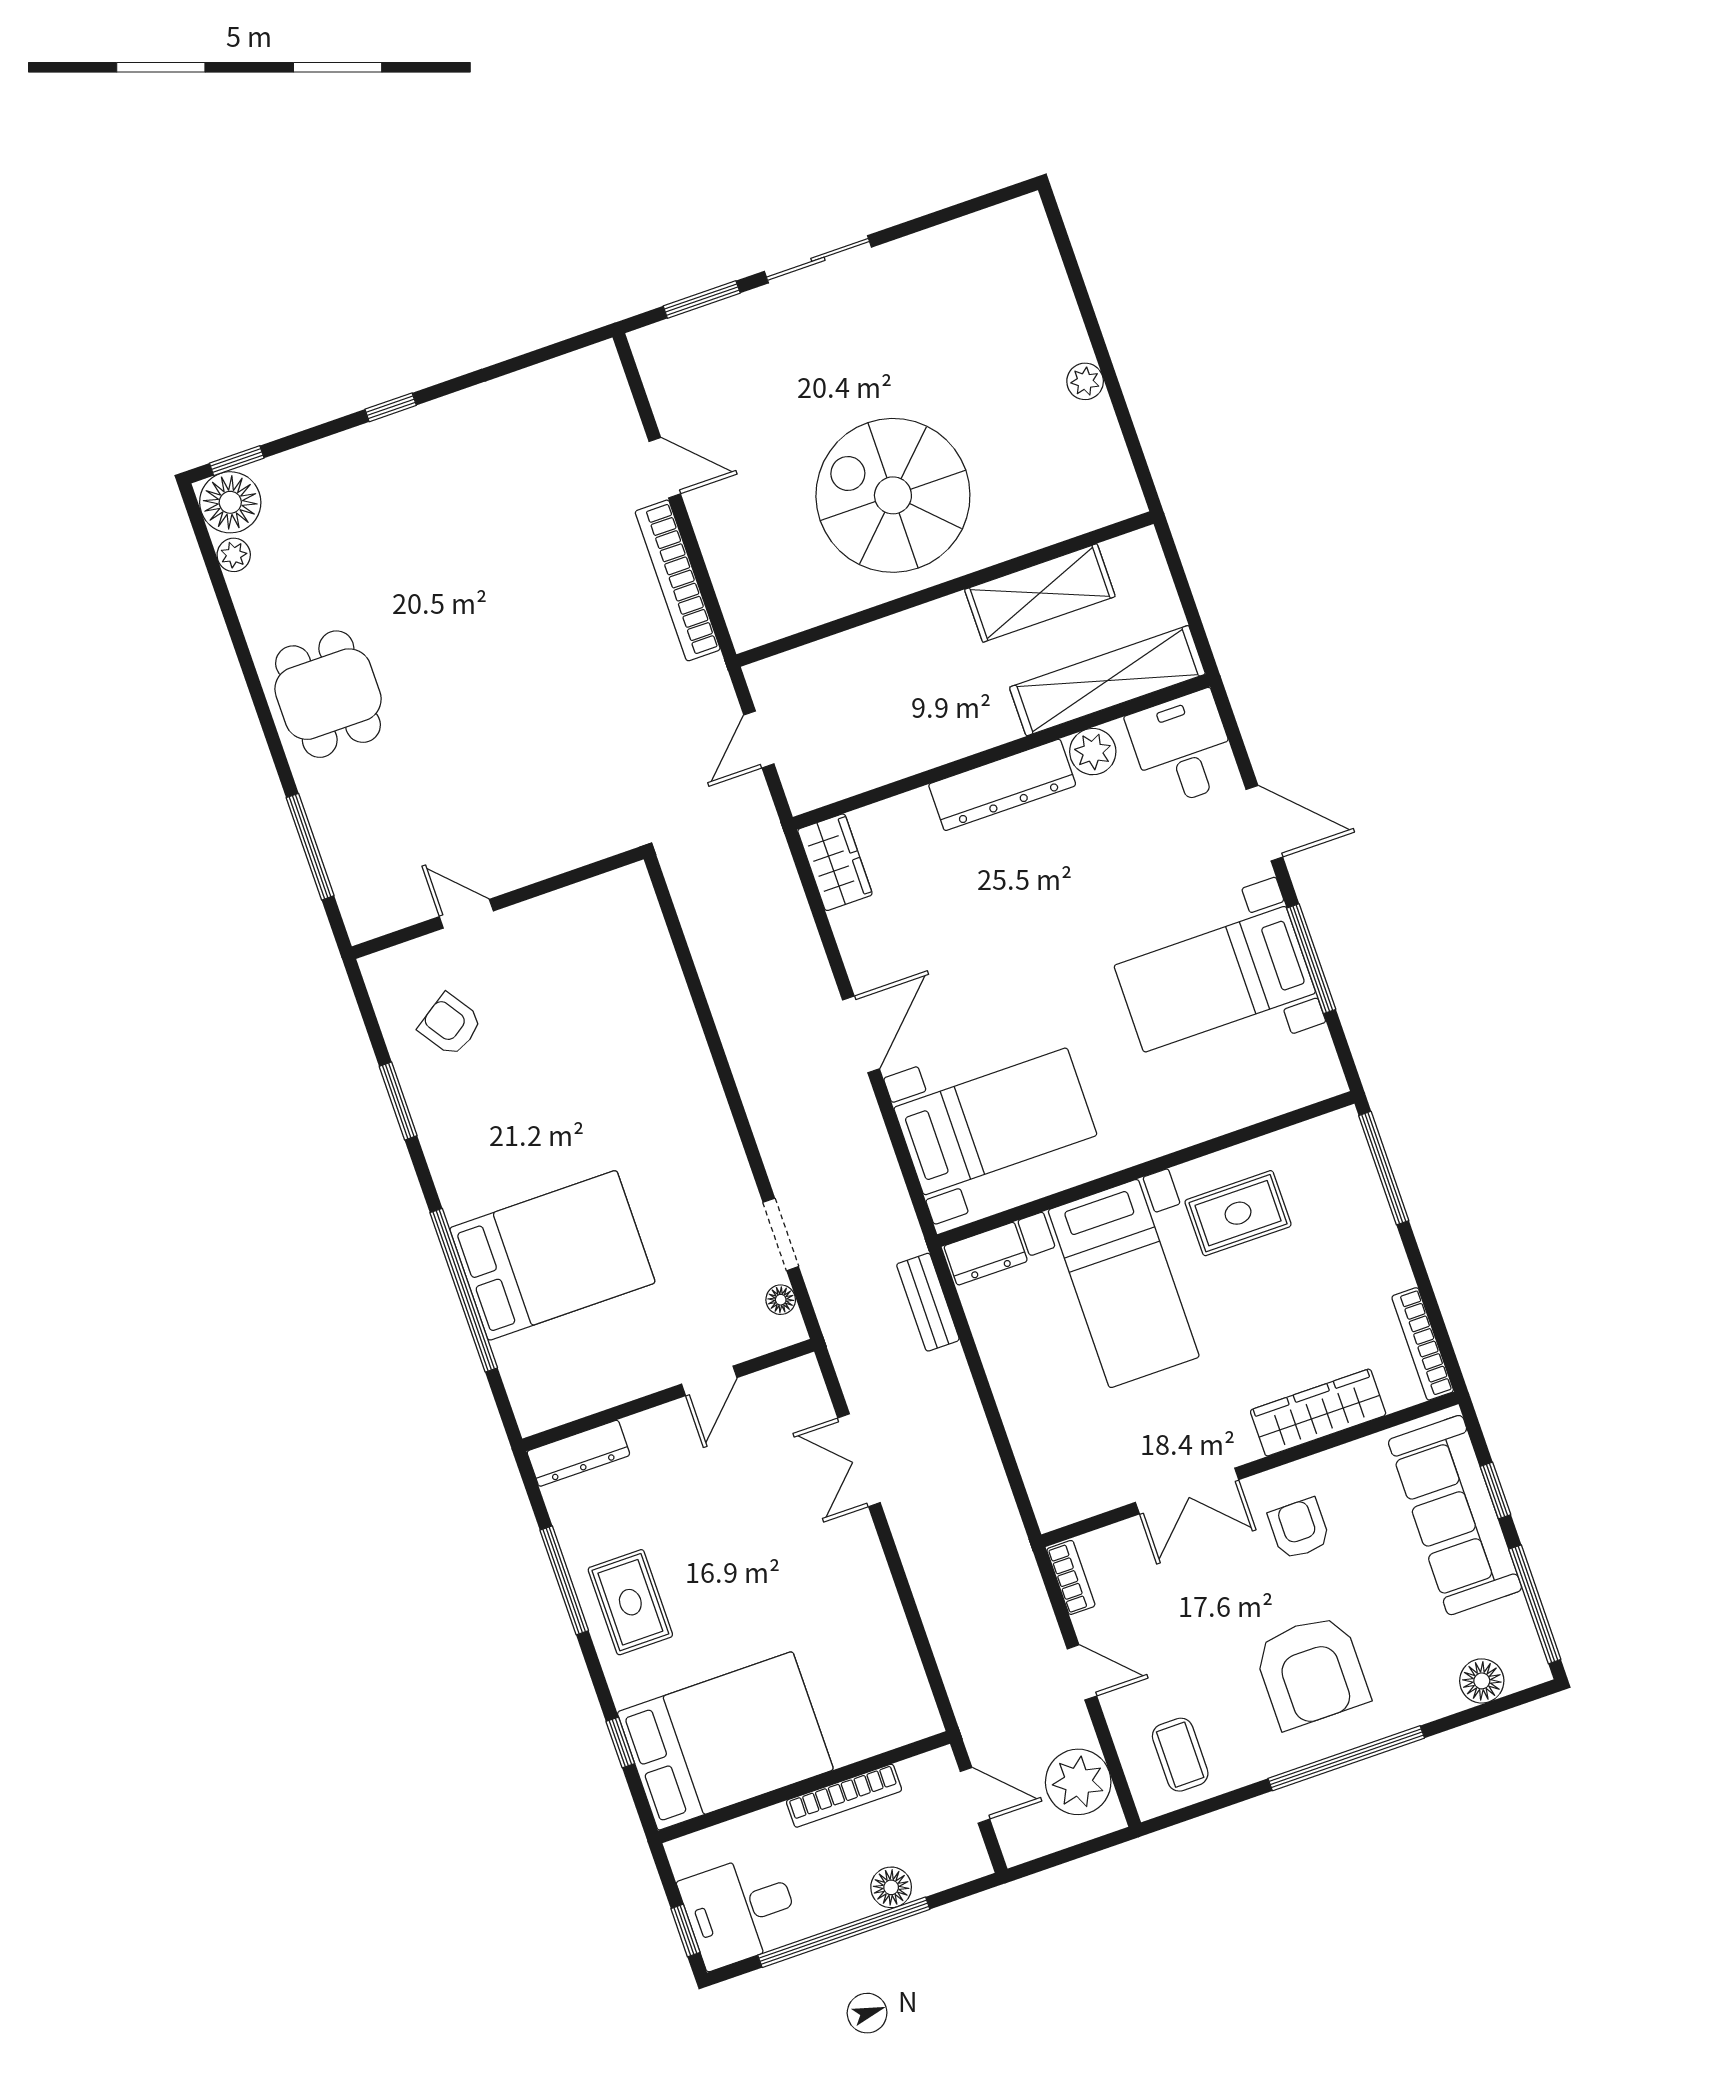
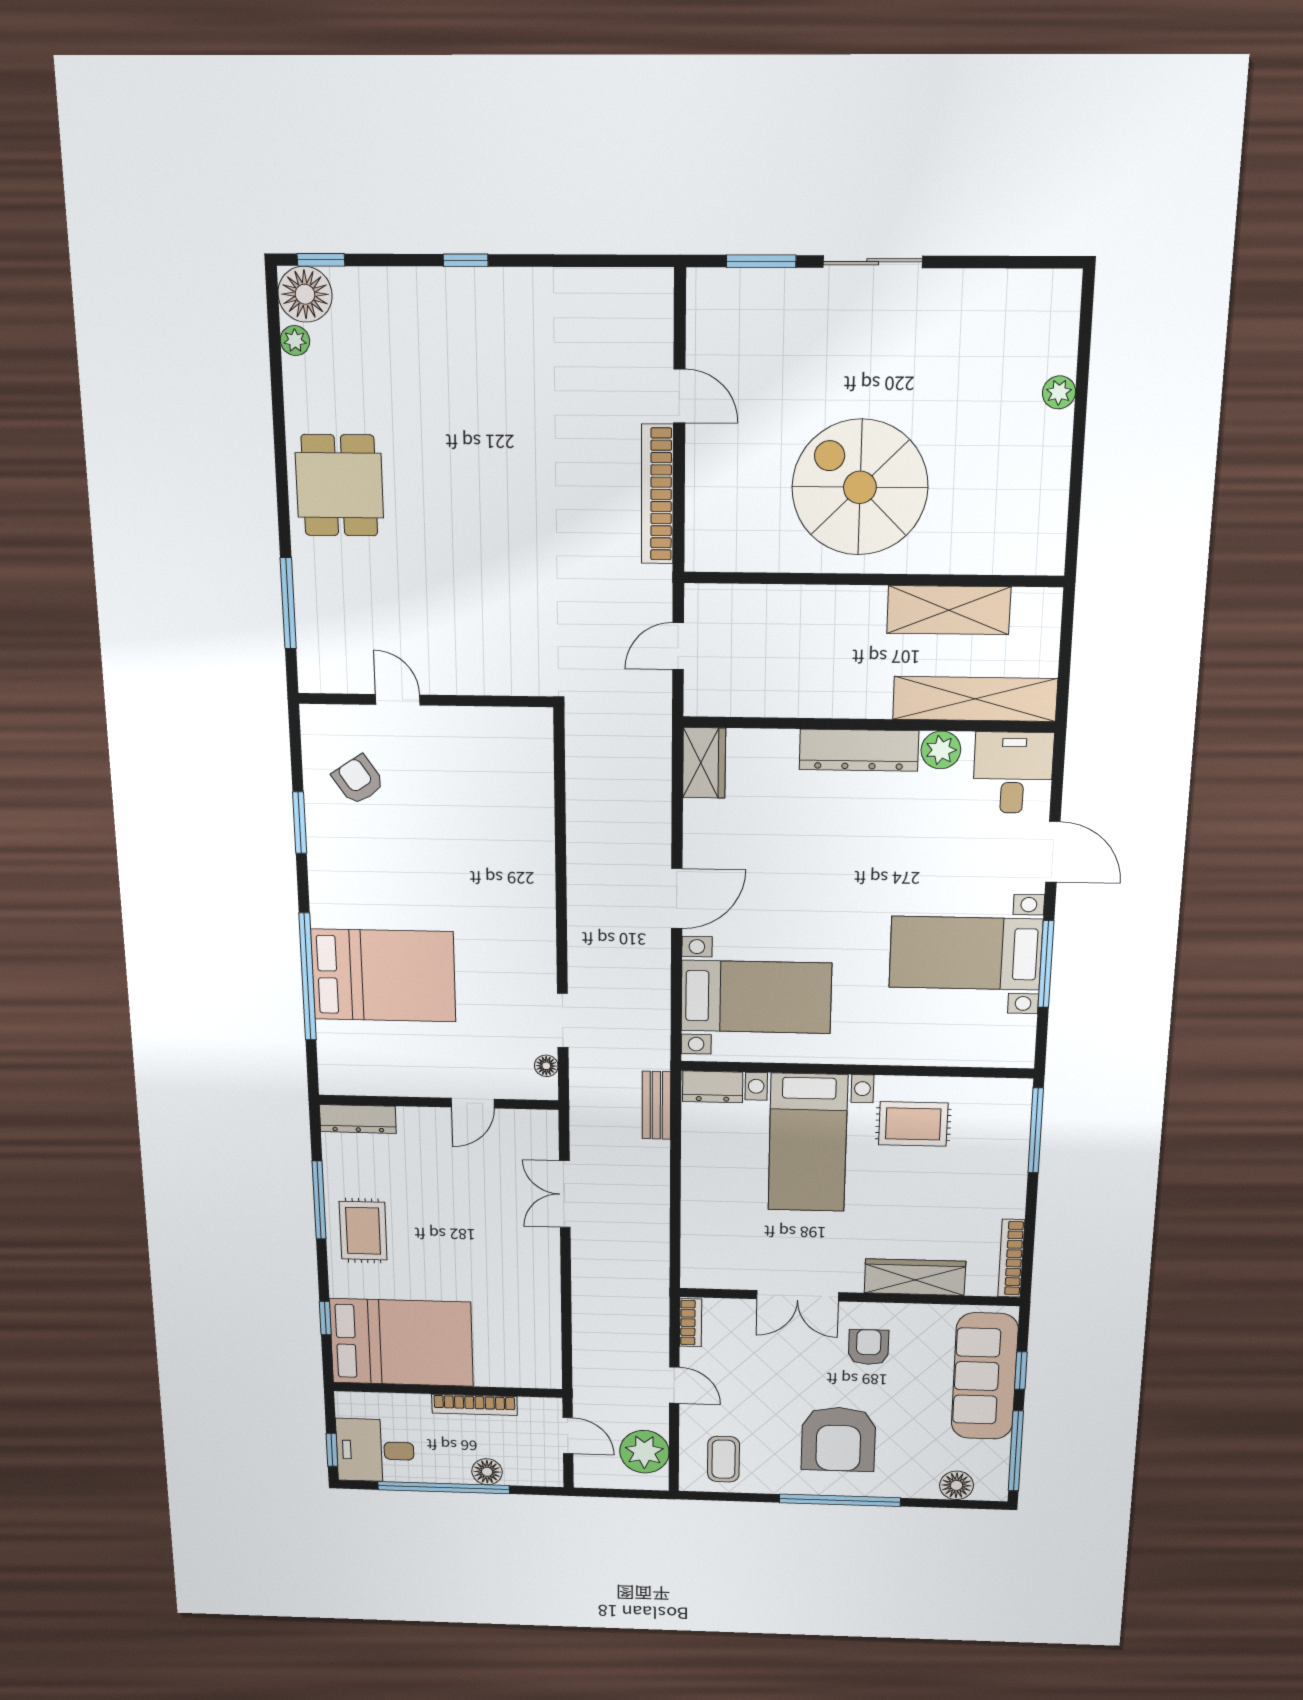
plant: (1085, 381) -> (1059, 392), moved

